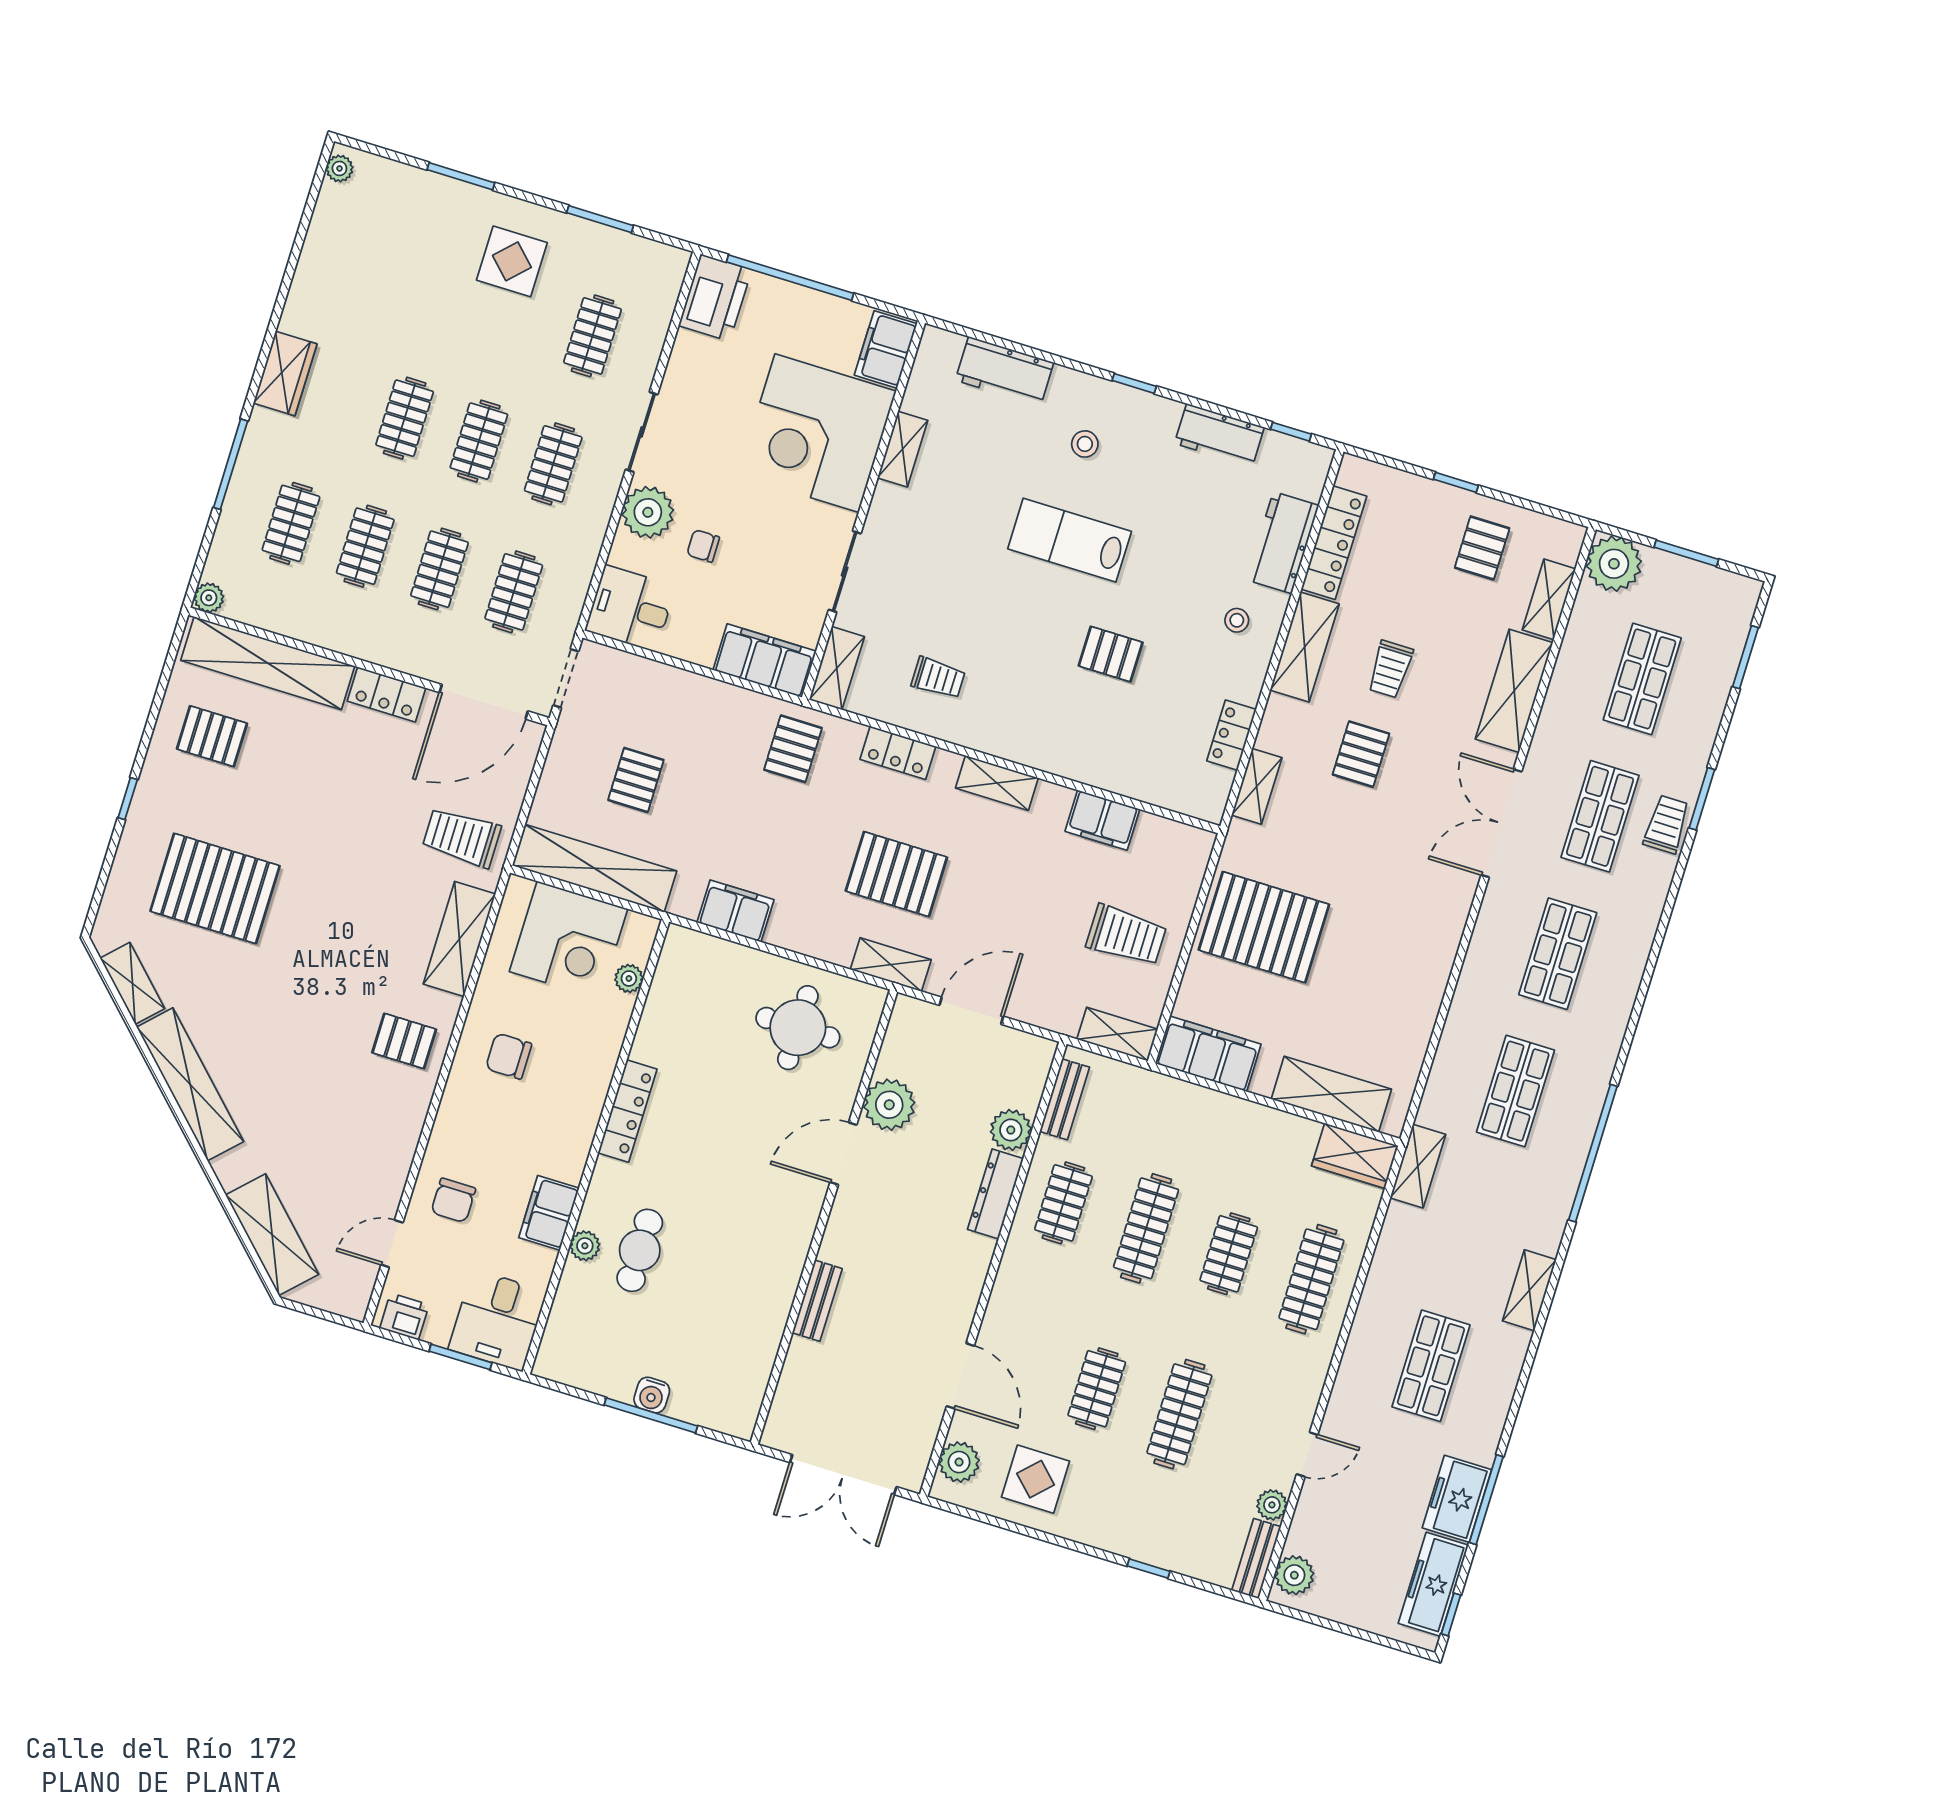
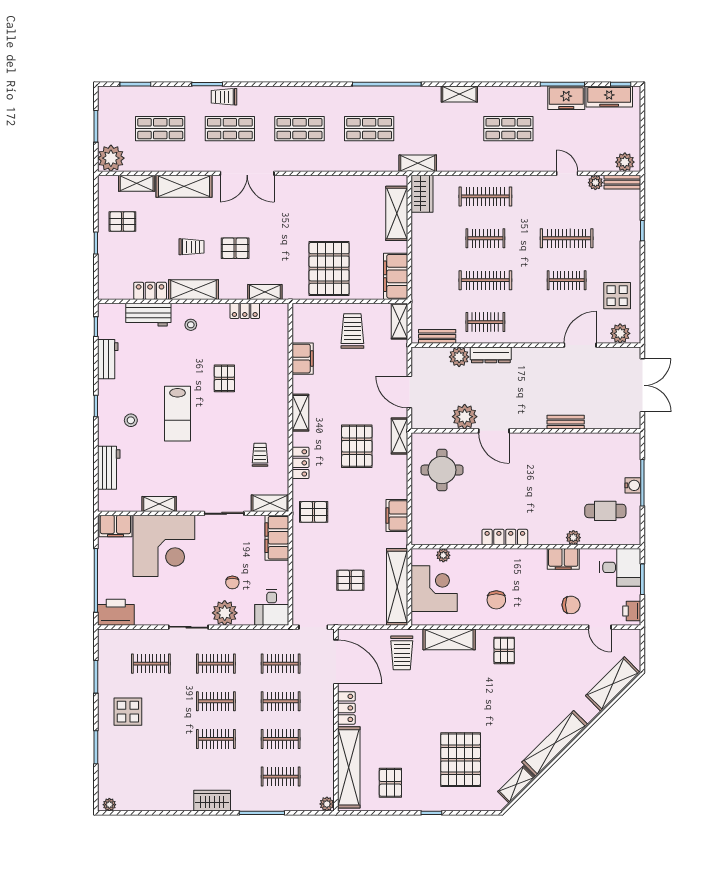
locker: (1334, 543) -> (150, 291), width x0.66
cafe table: (640, 1250) -> (605, 511), moved

